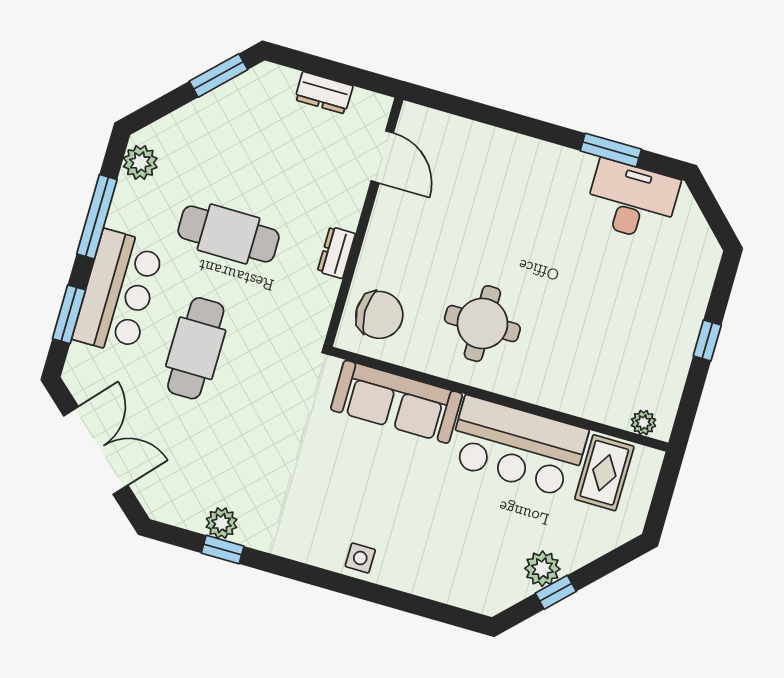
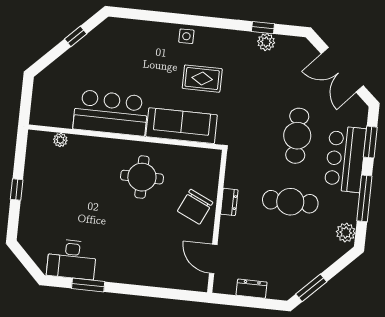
chair: (379, 315) -> (195, 207), moved, turned -65
plant: (643, 423) -> (60, 140), moved
rug: (604, 473) -> (202, 79), moved, turned 90
plant: (542, 569) -> (85, 48), removed

